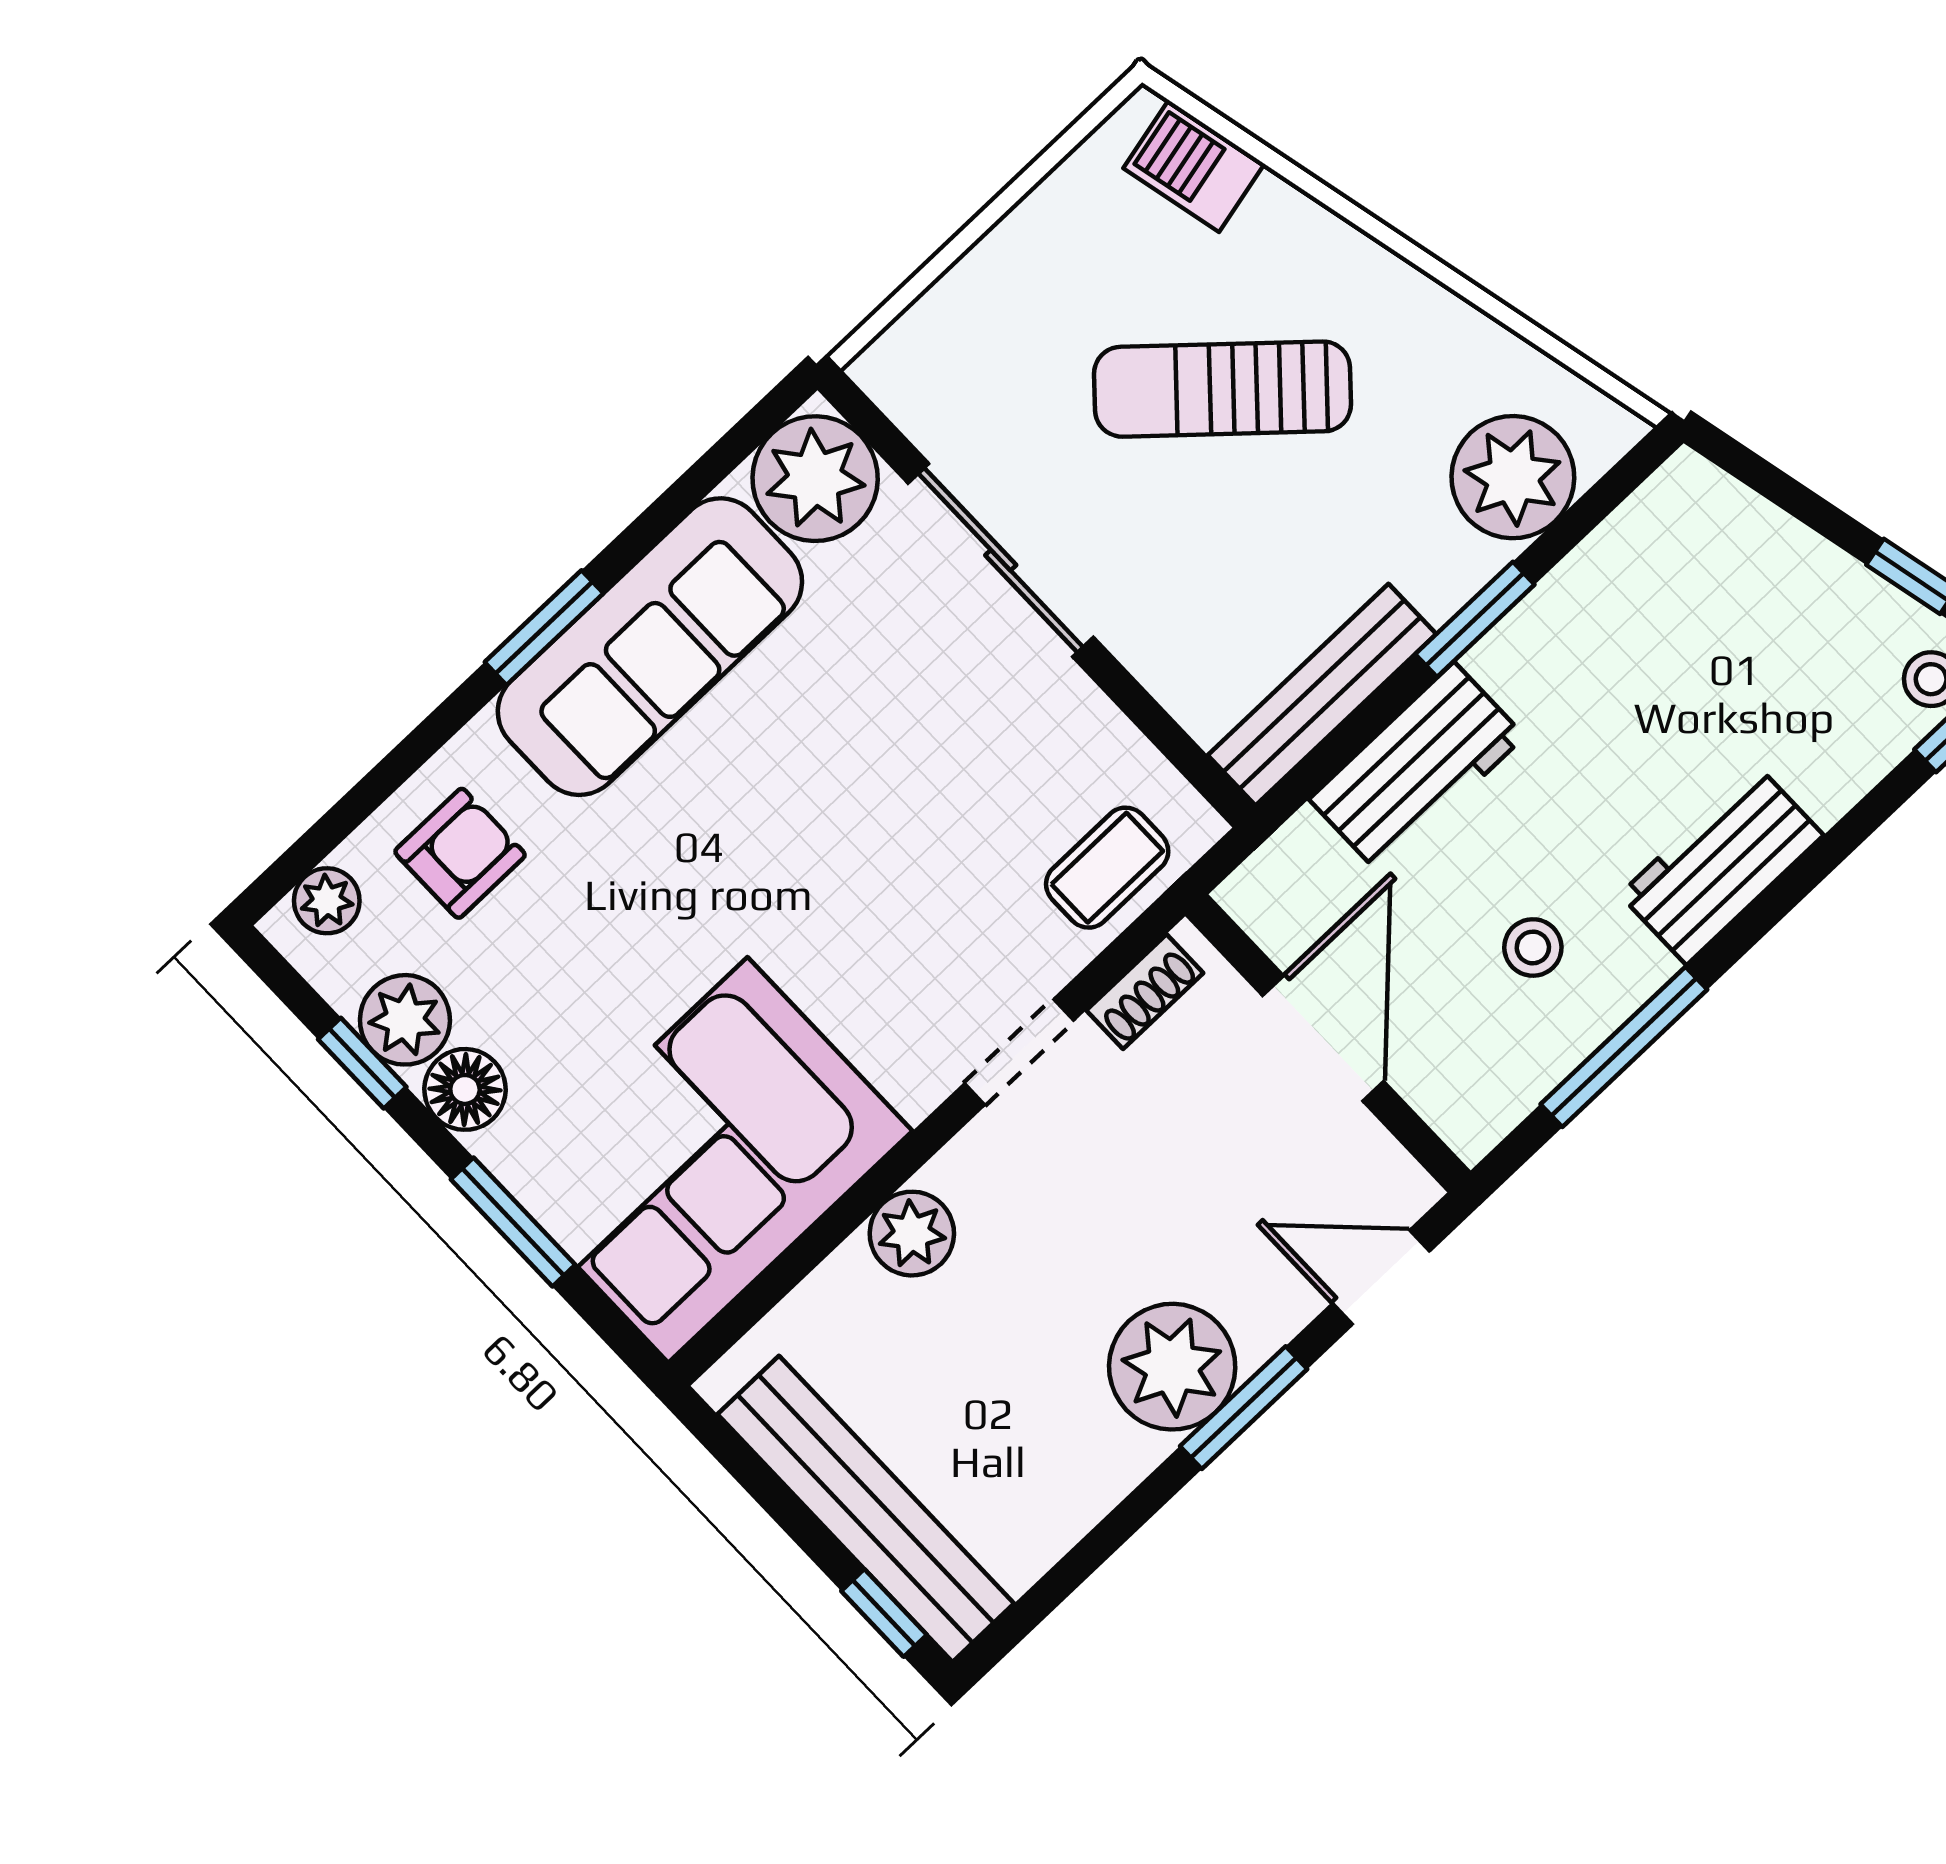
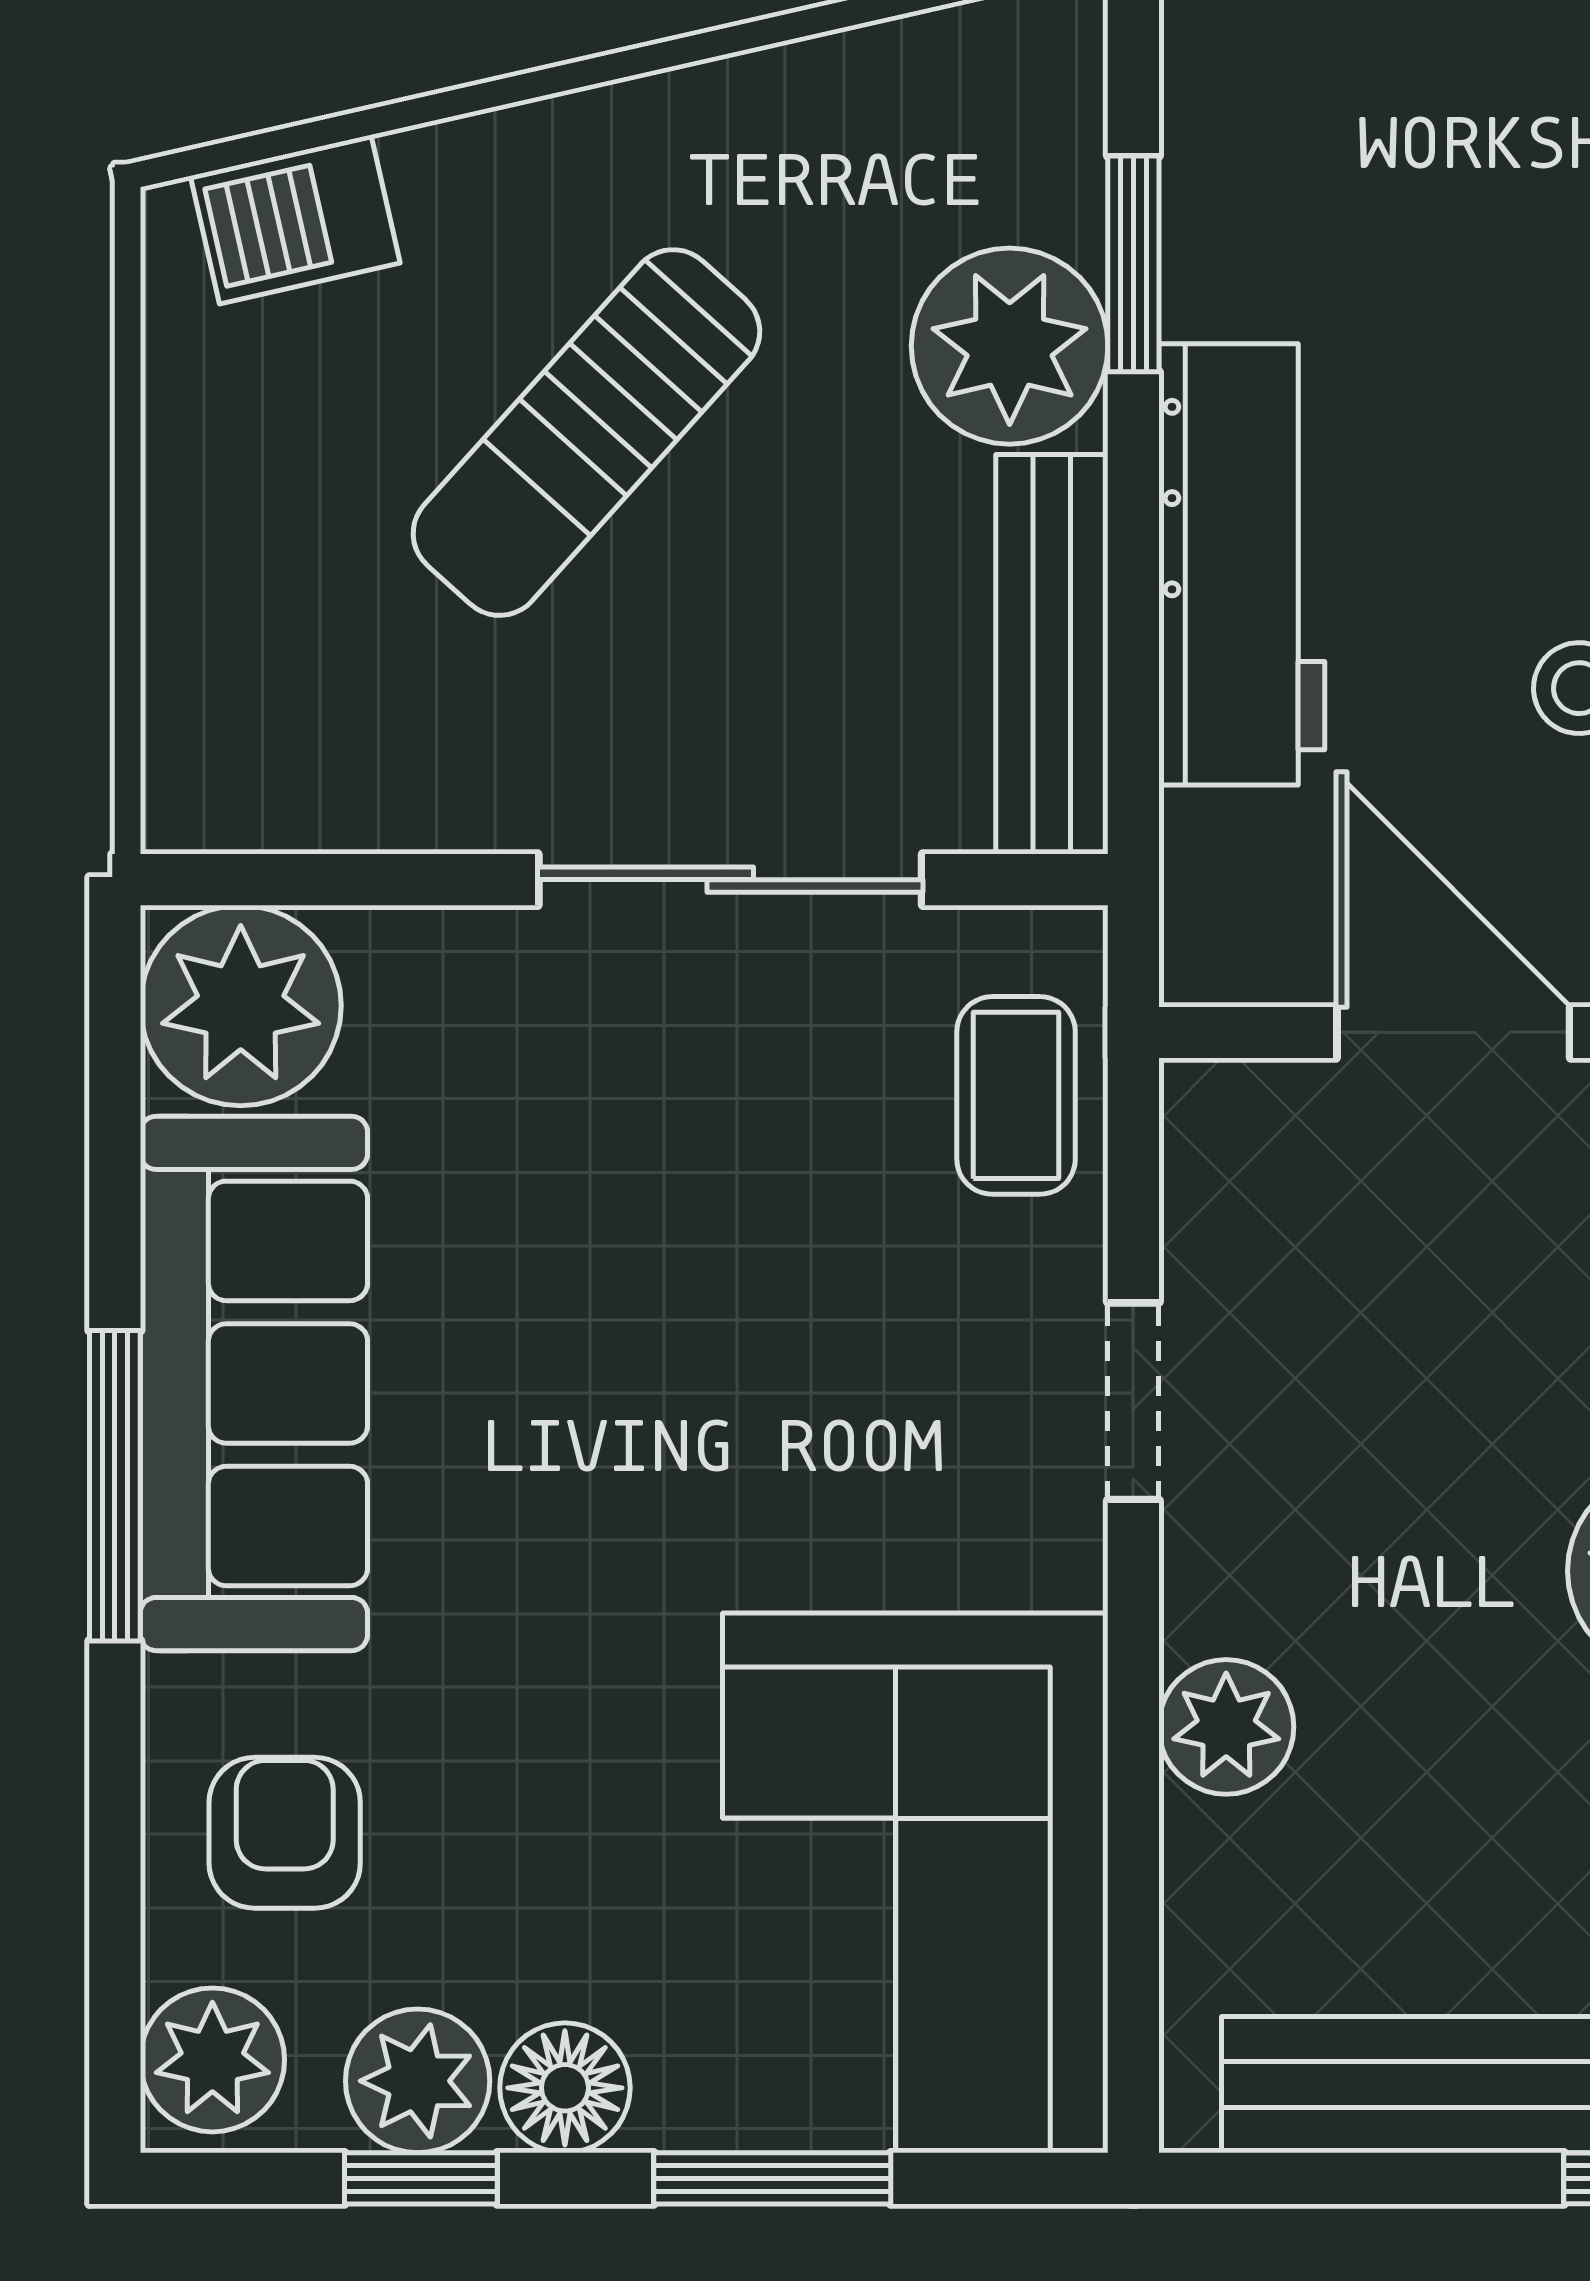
plant: (1513, 477) -> (1010, 346), moved
sliding door: (1001, 560) -> (730, 880), moved
window: (1475, 619) -> (1133, 264), moved
window: (544, 628) -> (115, 1486), width x1.44
workbench: (1417, 768) -> (1242, 564), width x1.38
plant: (327, 901) -> (212, 2060), width x1.38, depth x1.38
shoe rack: (1145, 992) -> (1202, 1189), removed

